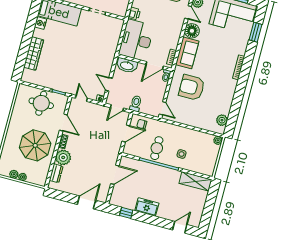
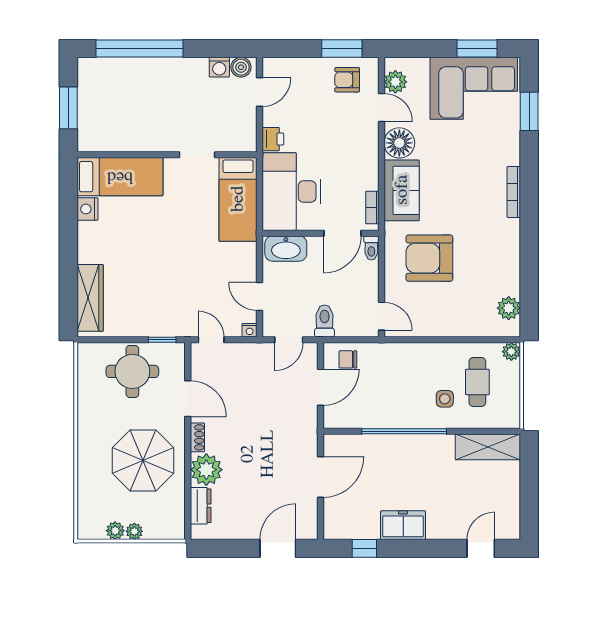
bed: (111, 37) -> (238, 199), added
wardrobe: (34, 54) -> (90, 298), moved
cafe table: (157, 148) -> (477, 382), moved

